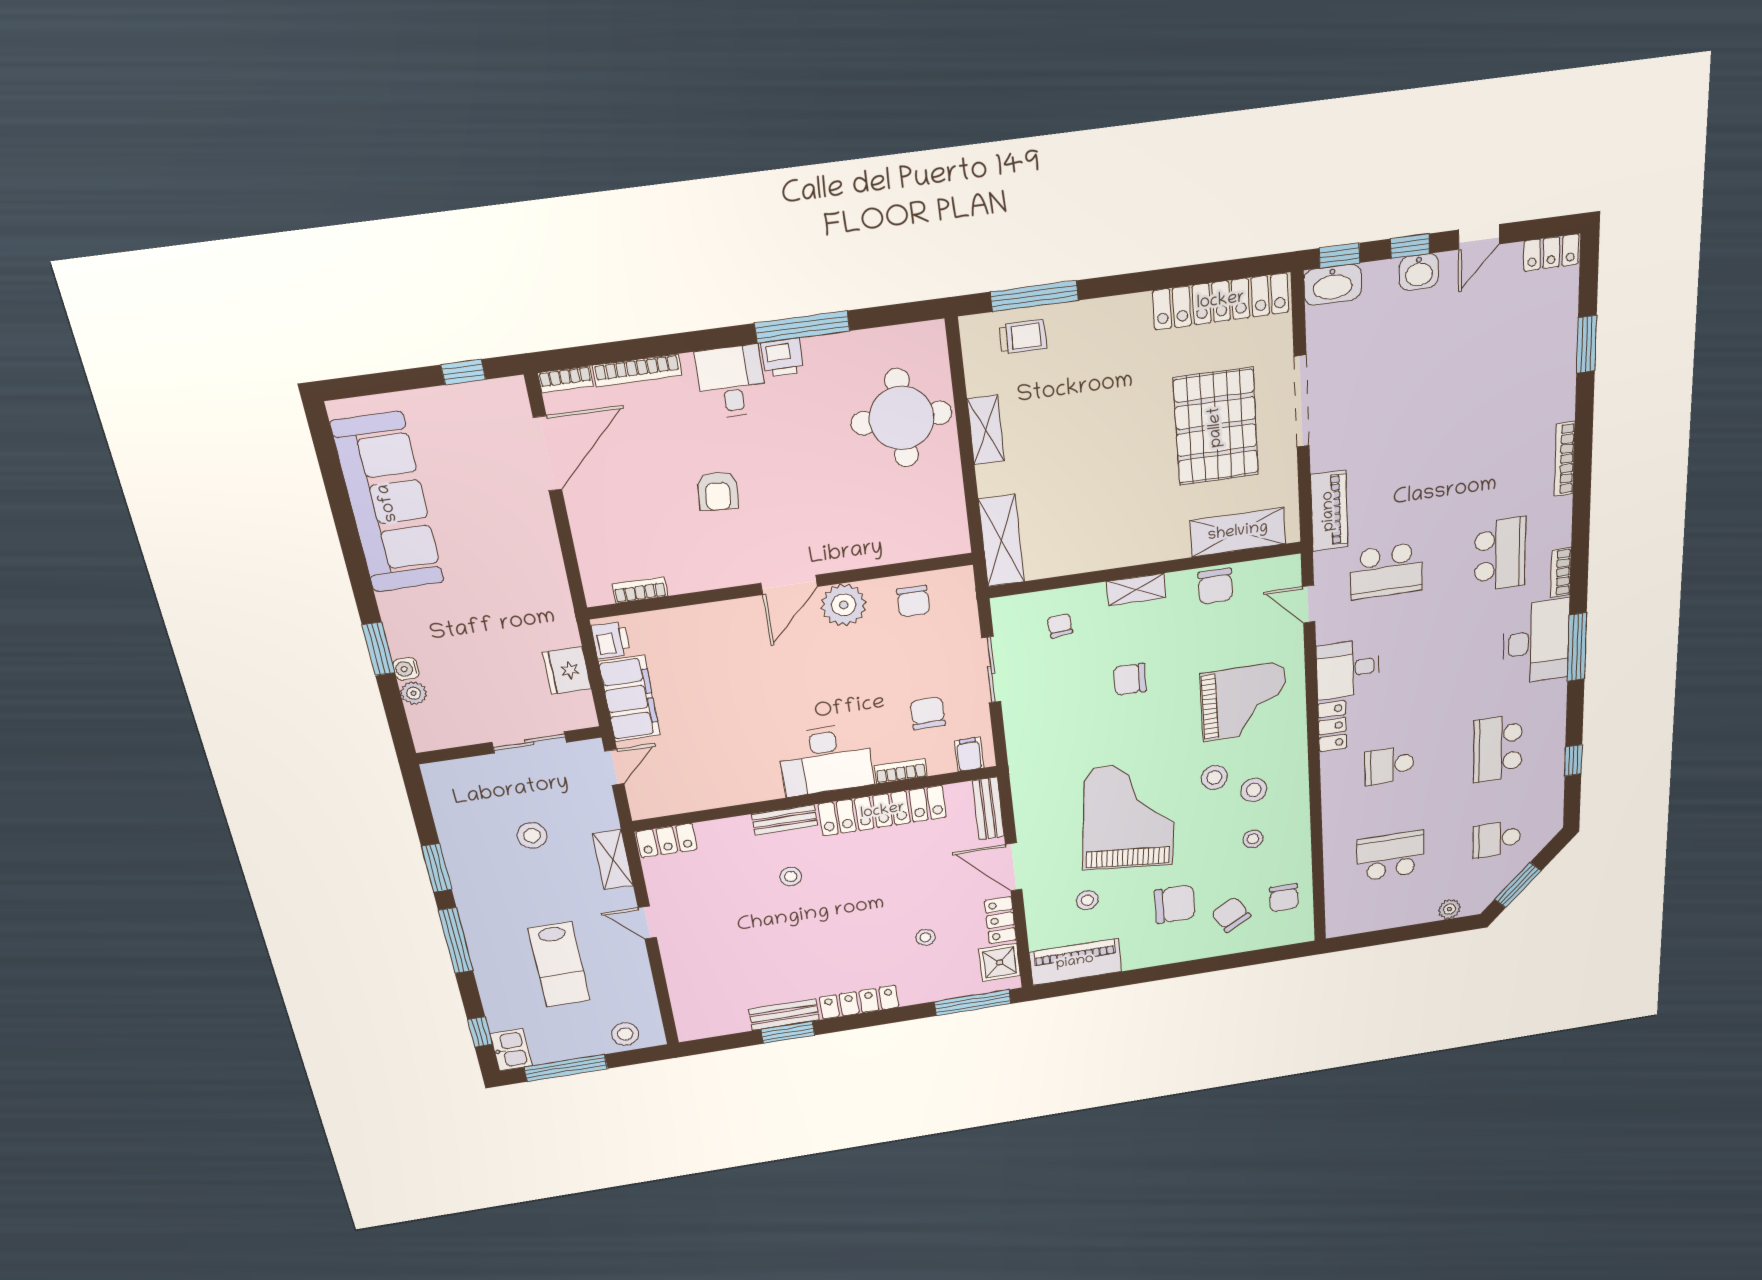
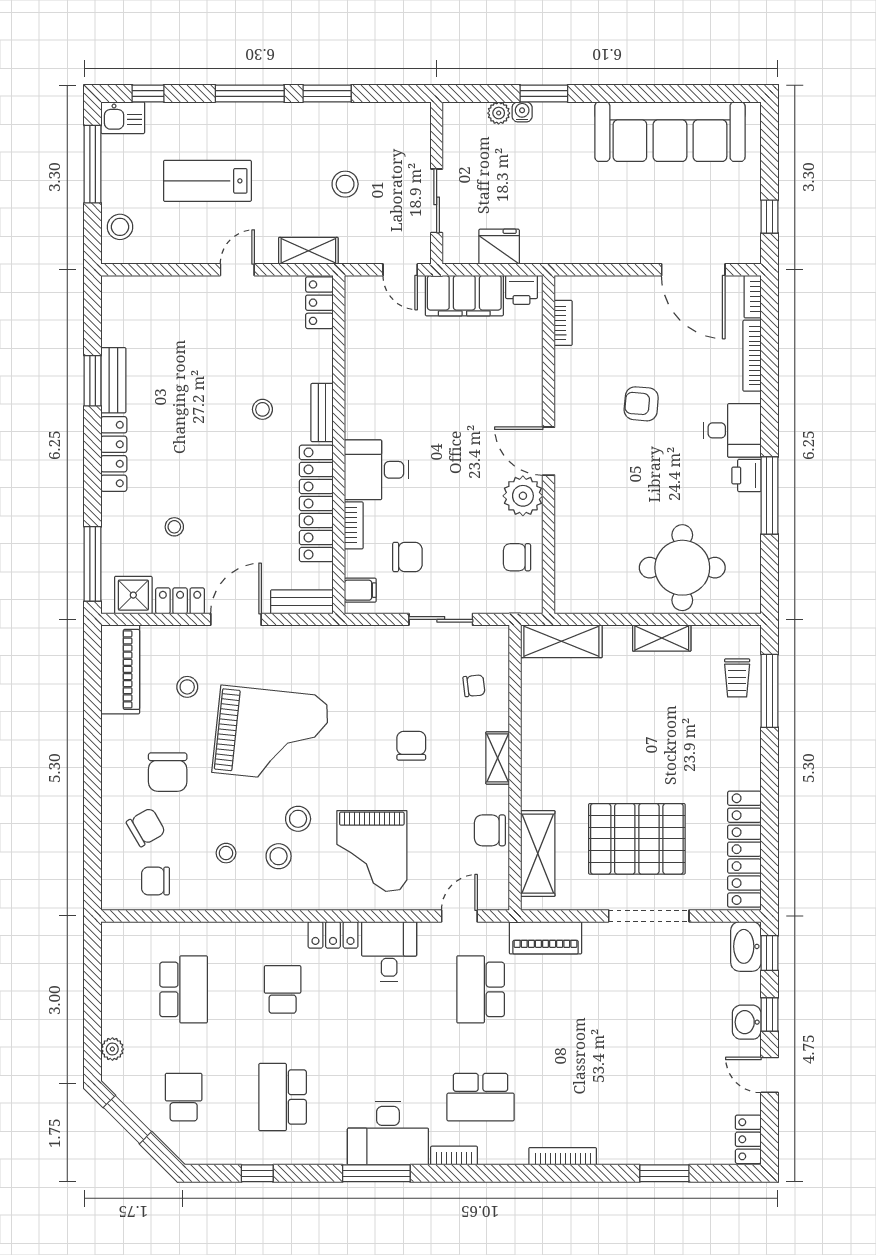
school desk: (1498, 749) -> (283, 1097), turned -90
desk: (826, 760) -> (377, 470), width x0.73

